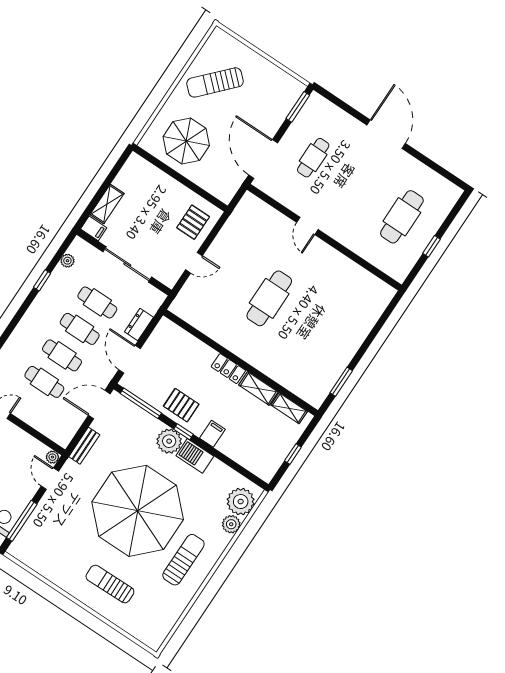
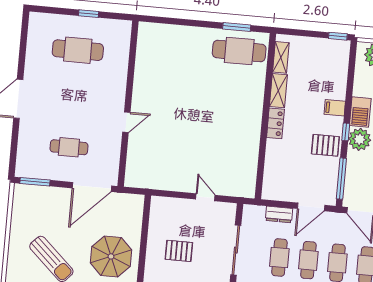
pallet: (193, 222) -> (179, 251), moved
cafe table: (269, 298) -> (239, 51), moved
pallet: (181, 405) -> (325, 145), turned 90
window: (293, 454) -> (338, 36), moved

